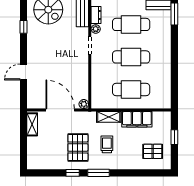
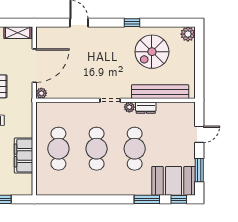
shelving: (109, 117) -> (26, 123), removed

